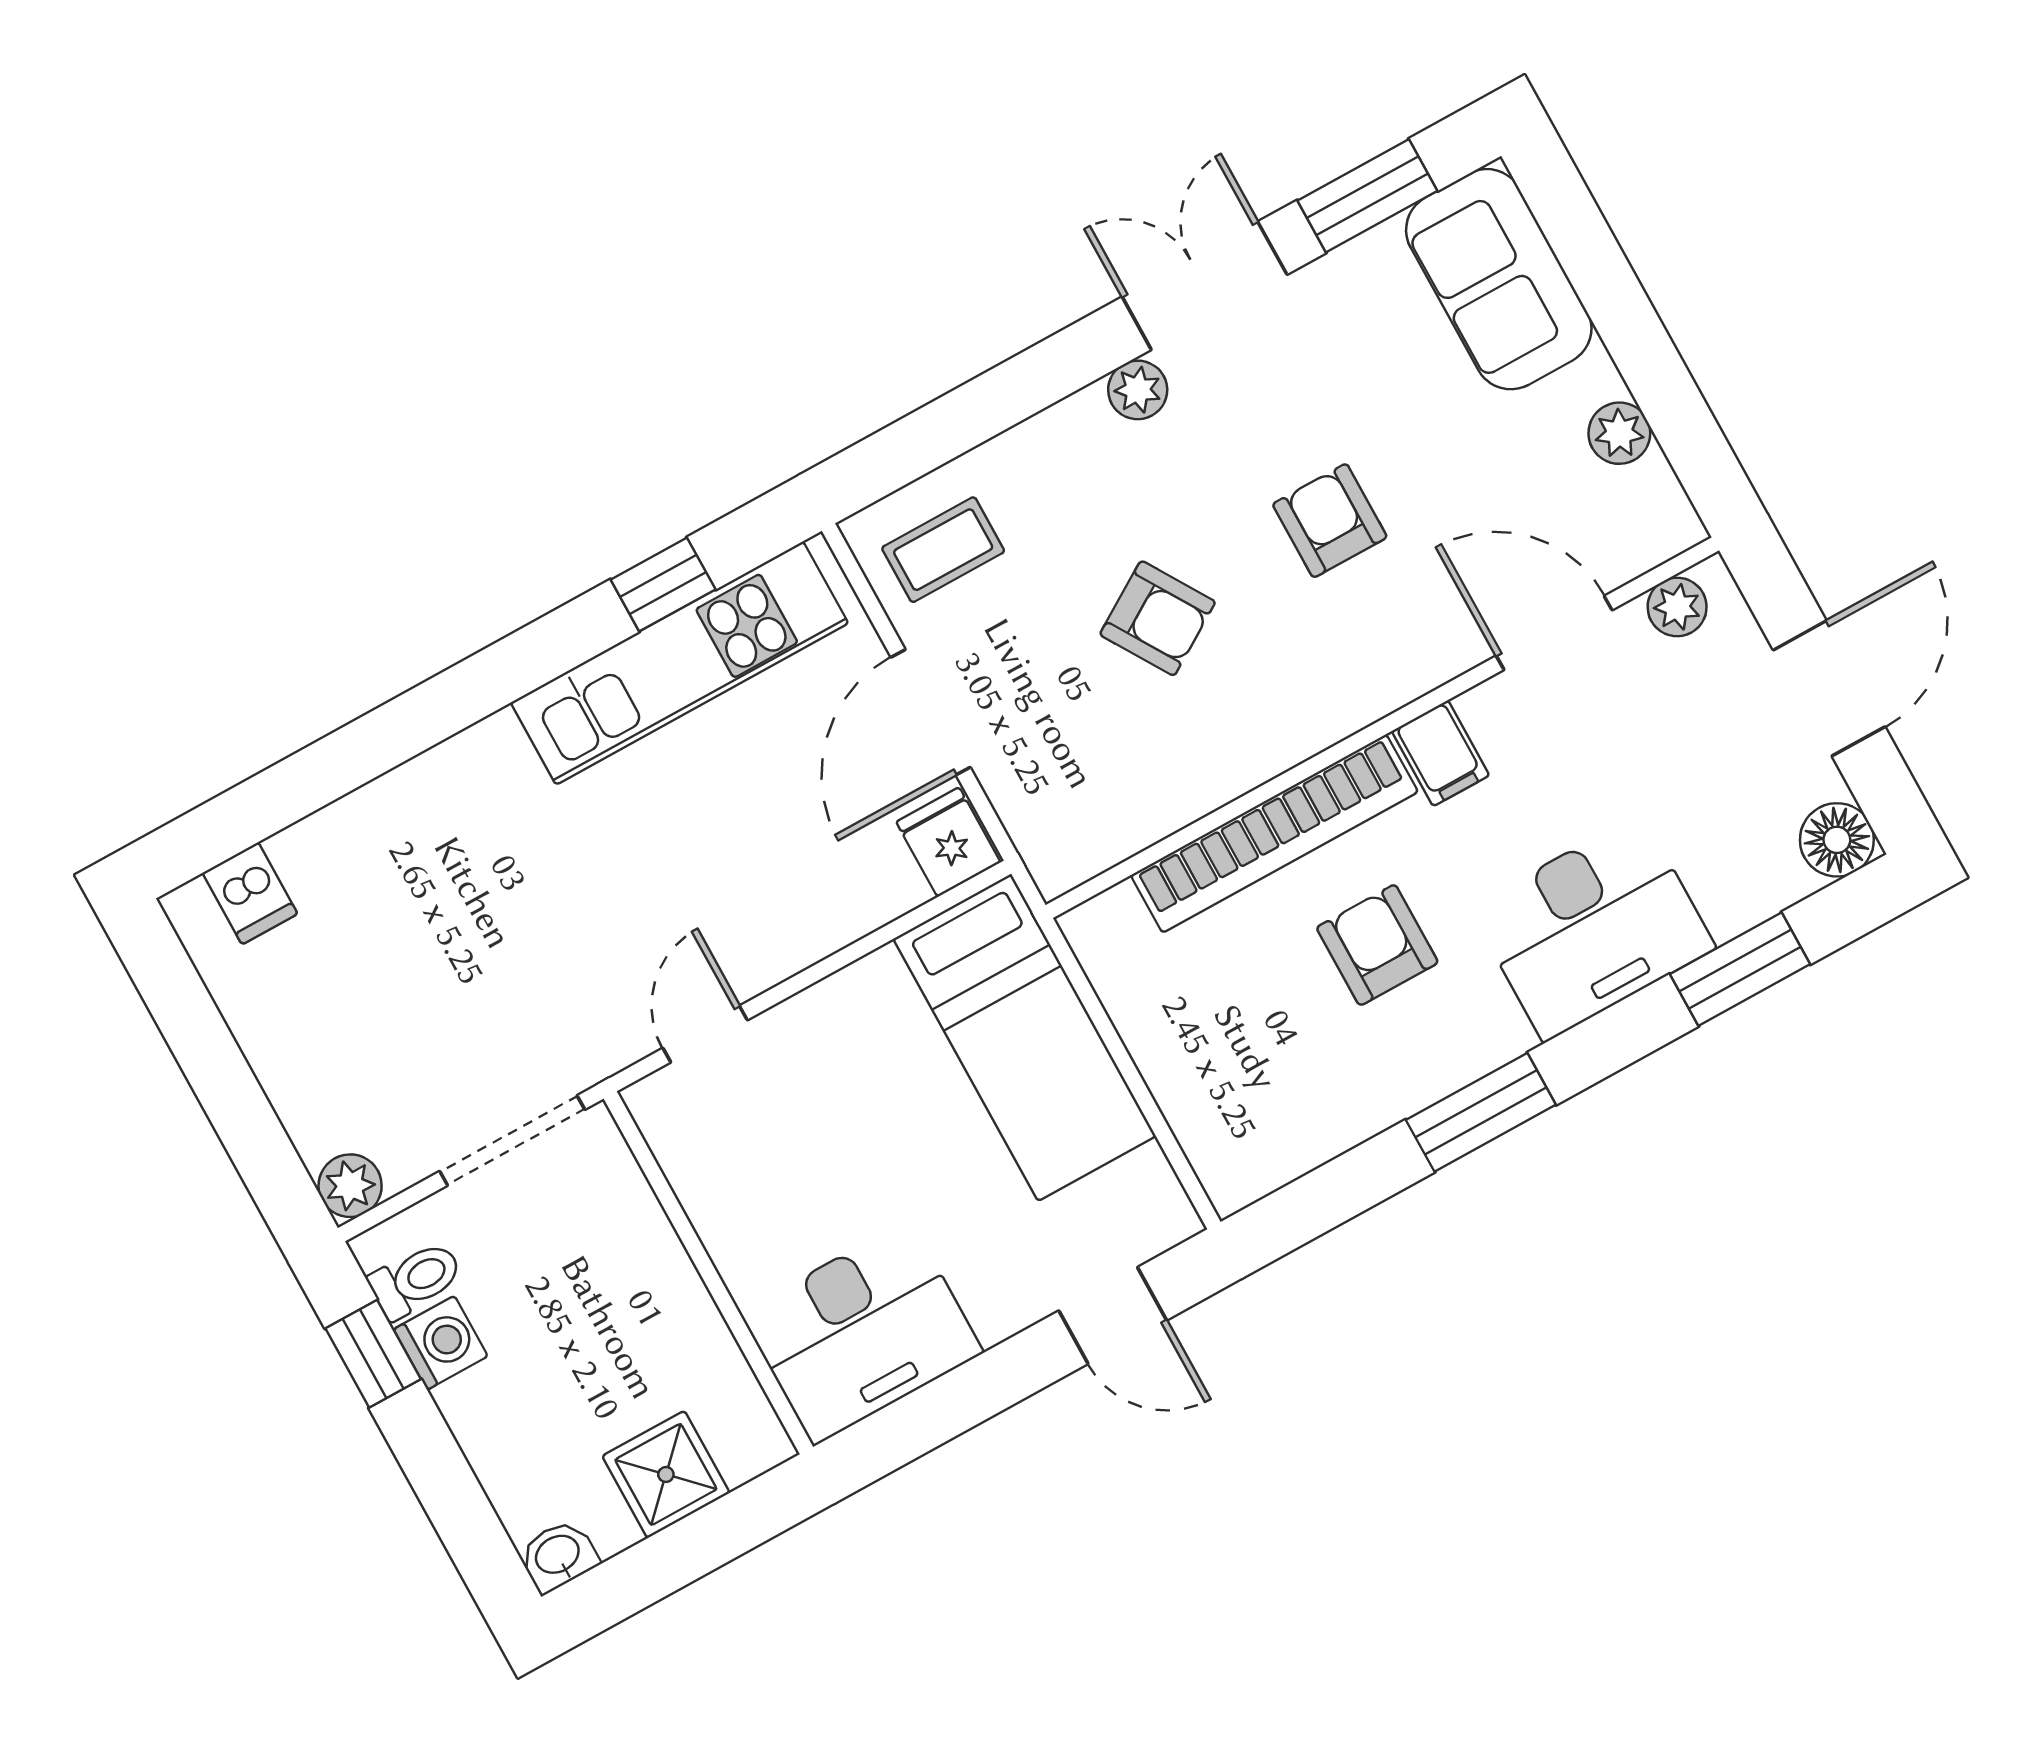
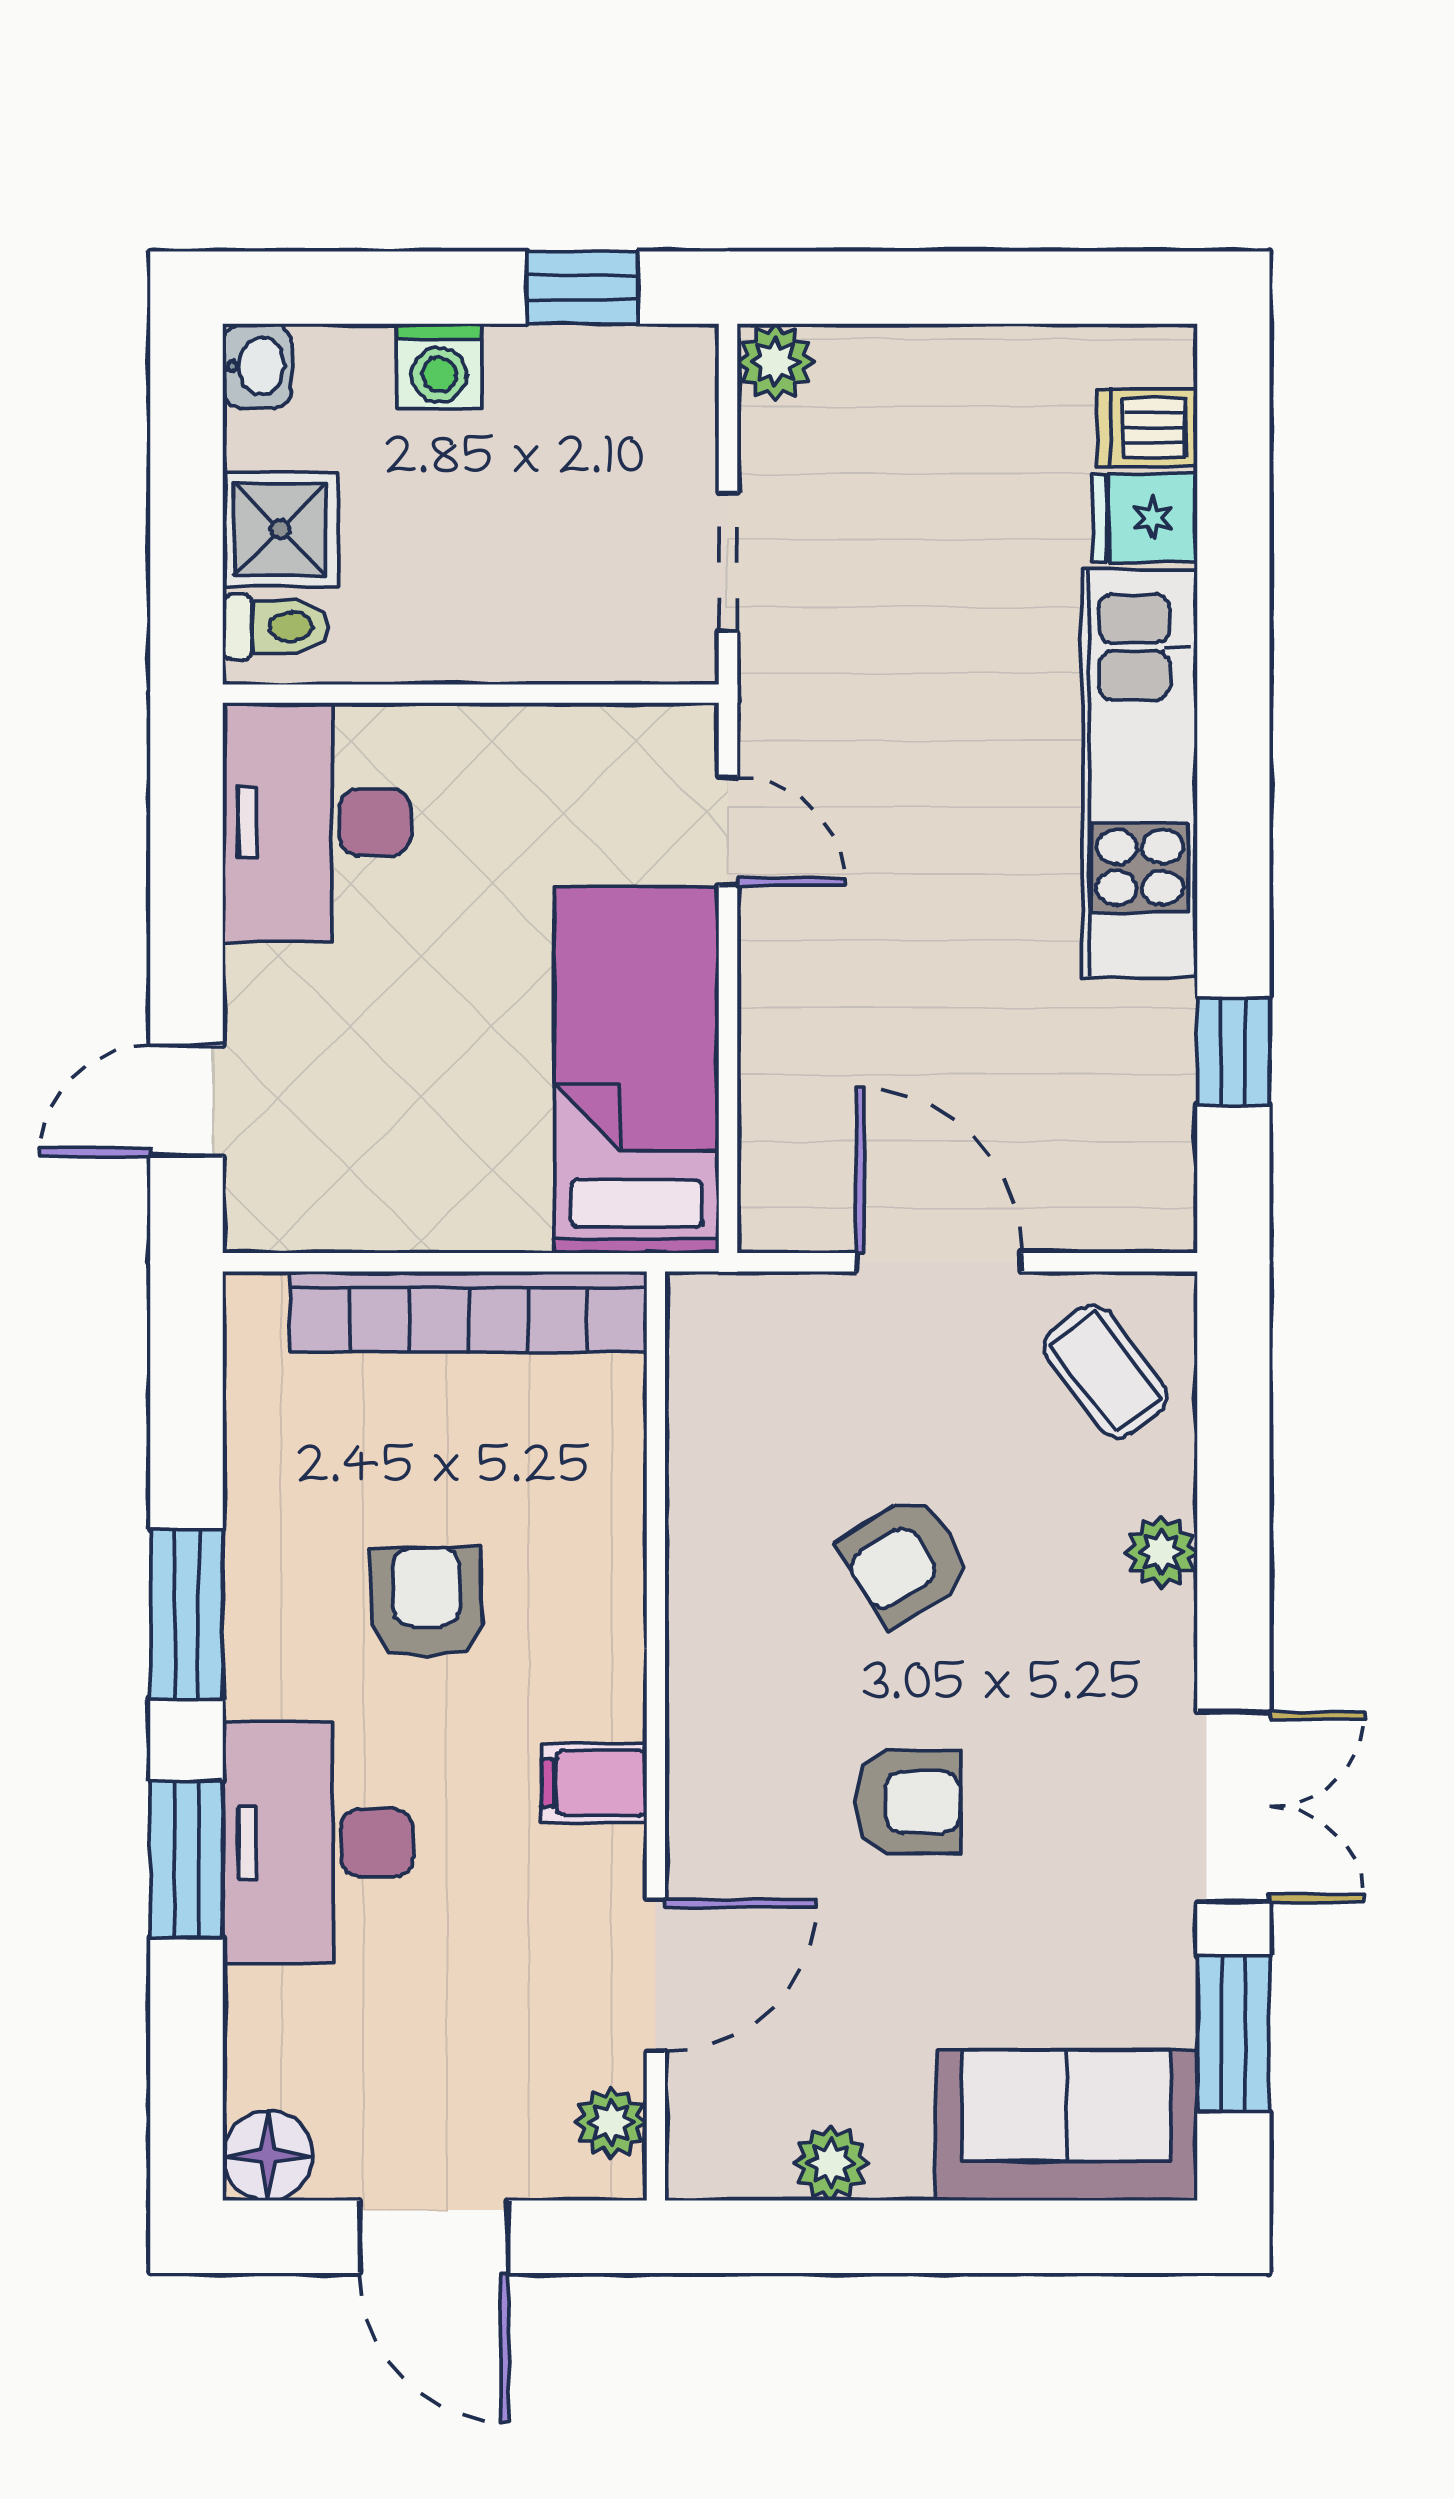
plant: (1138, 390) -> (1161, 1552), moved
coffee table: (943, 550) -> (1105, 1372), turned -37
kitchen unit: (679, 663) -> (1140, 773), moved
bookcase: (1274, 834) -> (468, 1312), moved, turned -90
fridge: (948, 842) -> (1145, 518), moved, turned 180
armchair: (1377, 945) -> (426, 1602), turned -91
window: (1740, 969) -> (187, 1859), moved
bed: (1025, 1037) -> (637, 1070), moved, turned 90
doorway: (512, 1140) -> (728, 562), width x0.73
toilet: (416, 1280) -> (276, 627), moved, turned -90
washing machine: (441, 1343) -> (439, 366), moved

